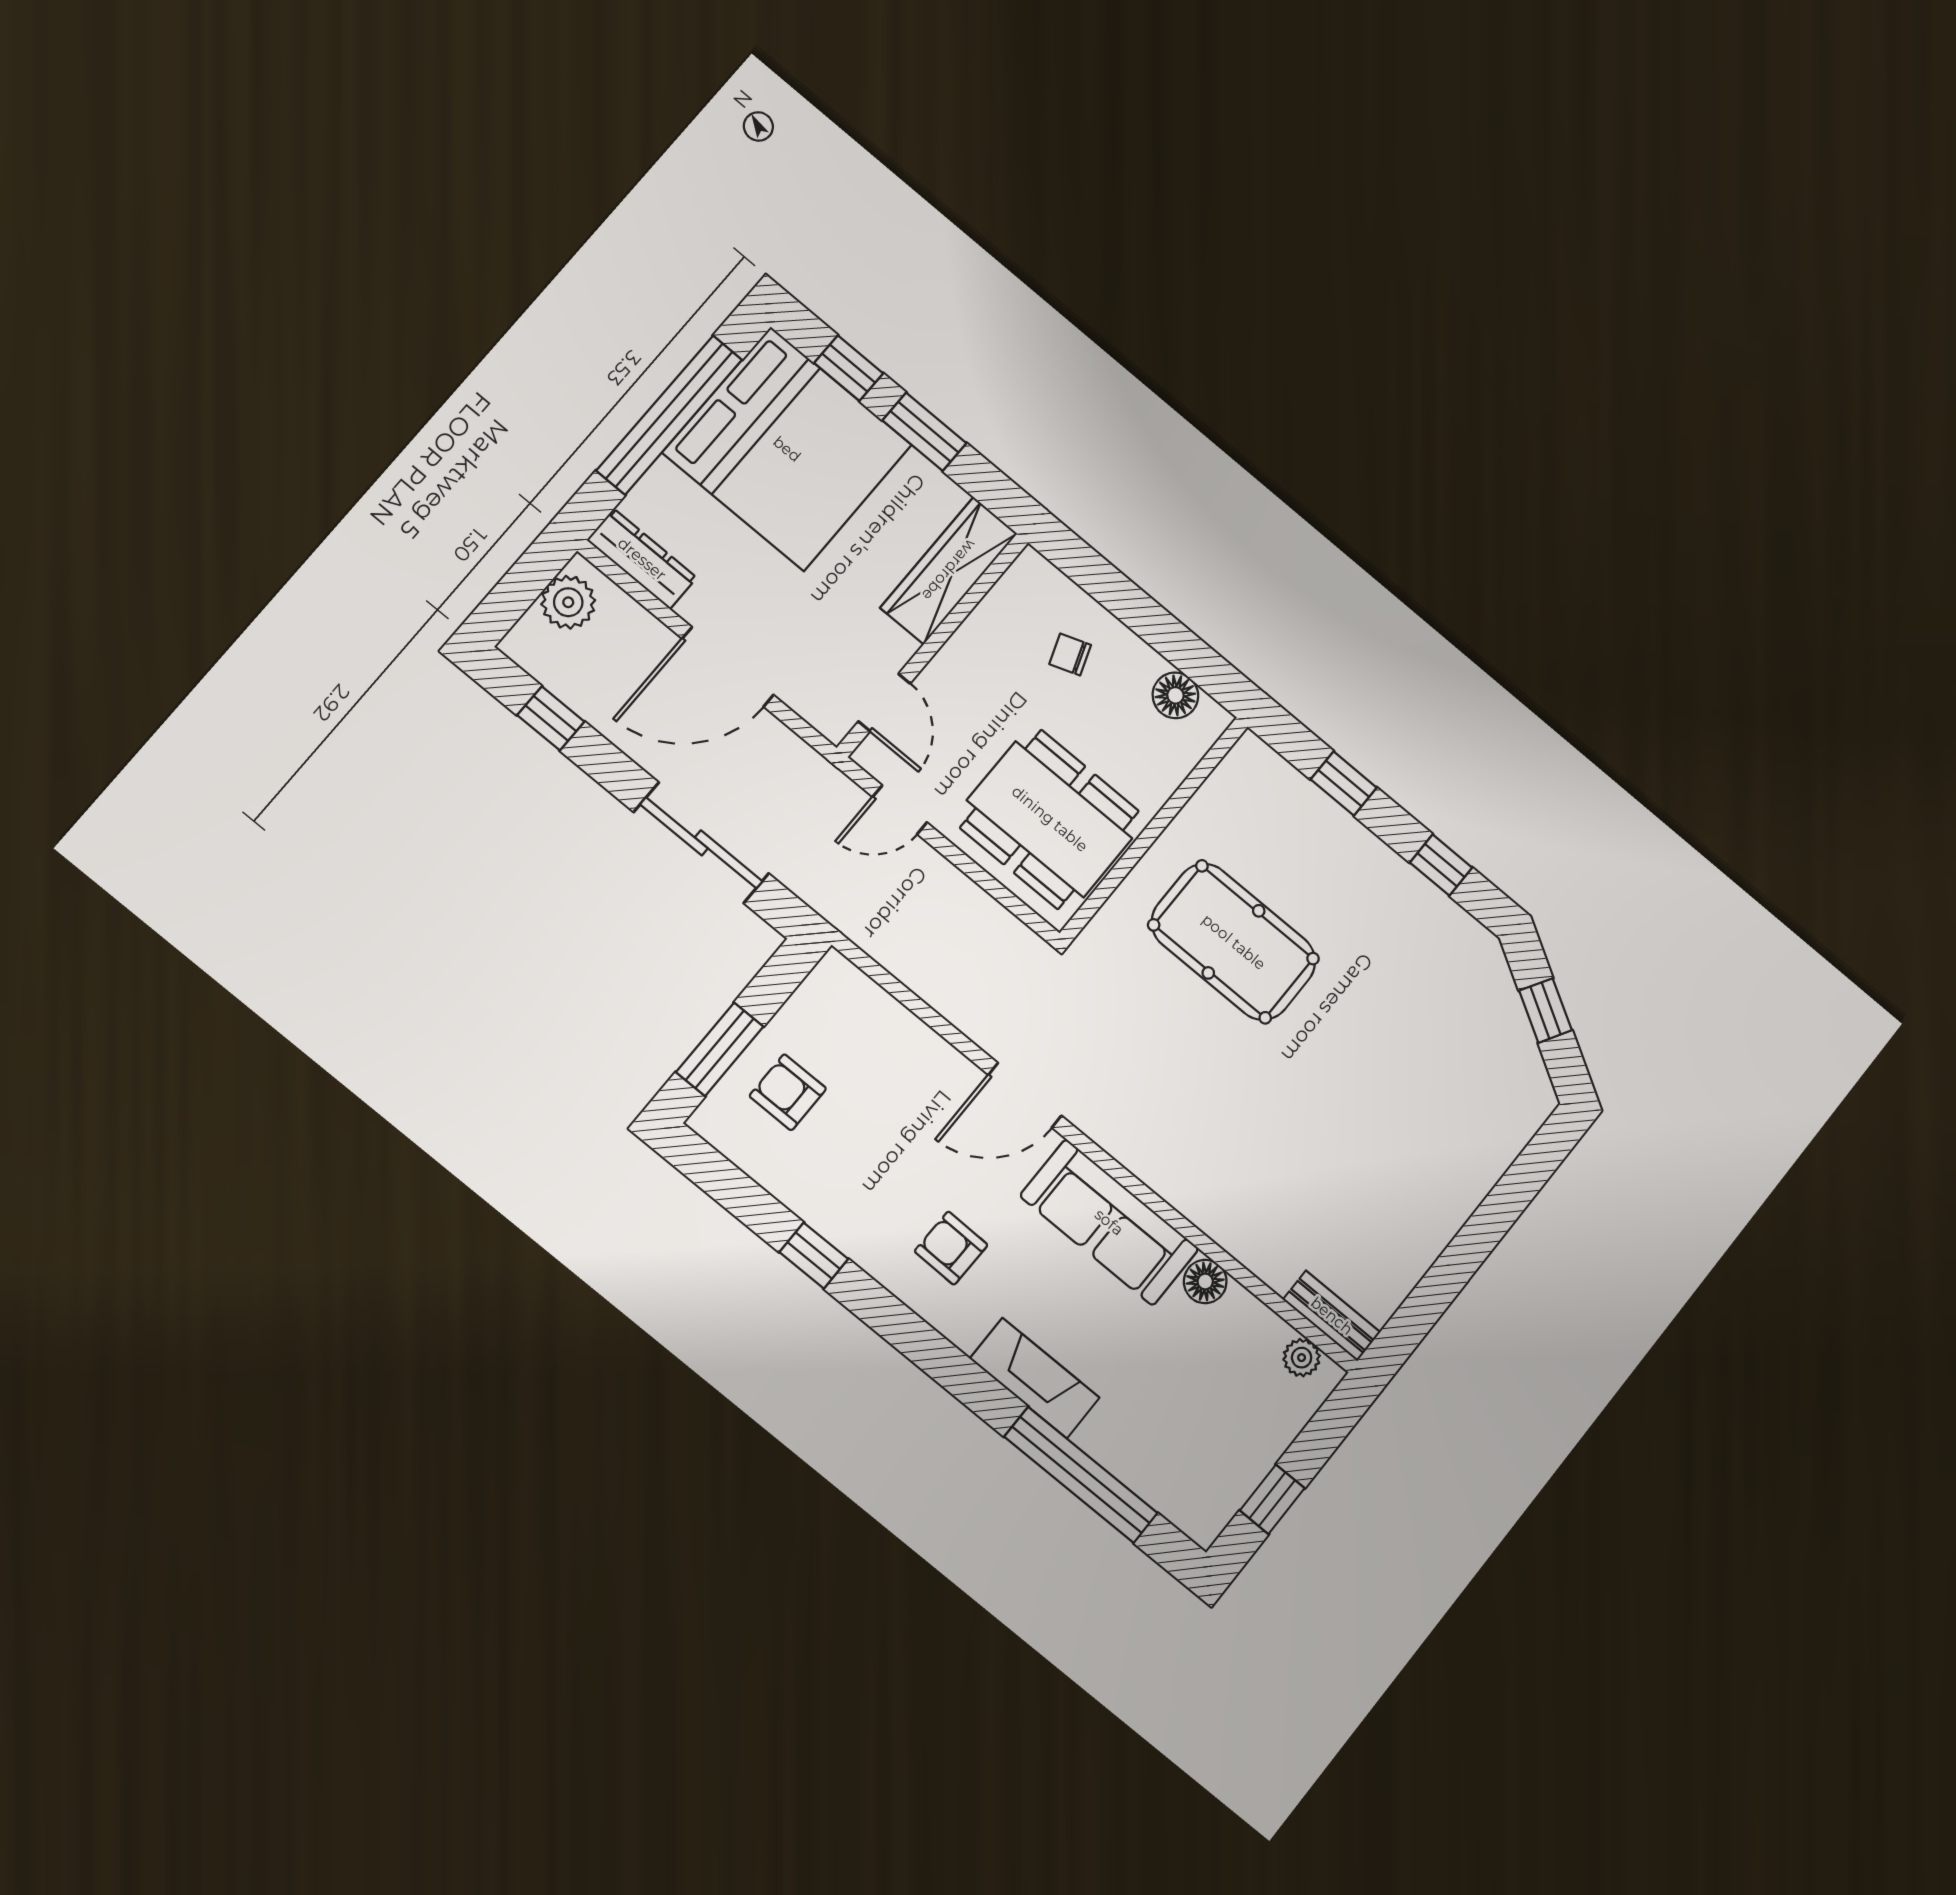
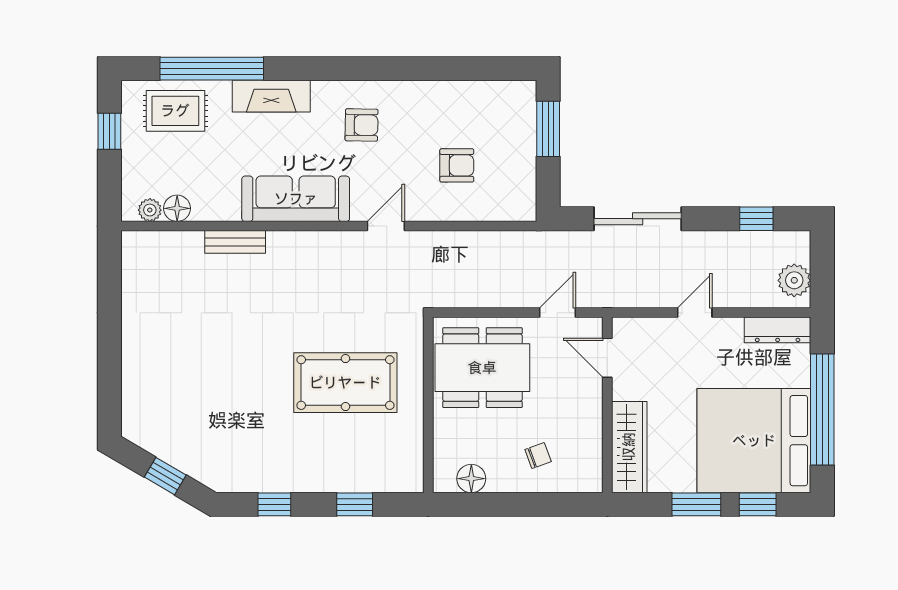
door: (728, 667) -> (695, 313), width x0.53
armchair: (788, 1092) -> (457, 165), moved
door: (1025, 1095) -> (386, 226), width x0.73
window: (814, 1256) -> (424, 69), removed
floor lamp: (1205, 1282) -> (177, 208), moved
bench: (1332, 1316) -> (235, 242), moved
rug: (1169, 1458) -> (175, 111), added

